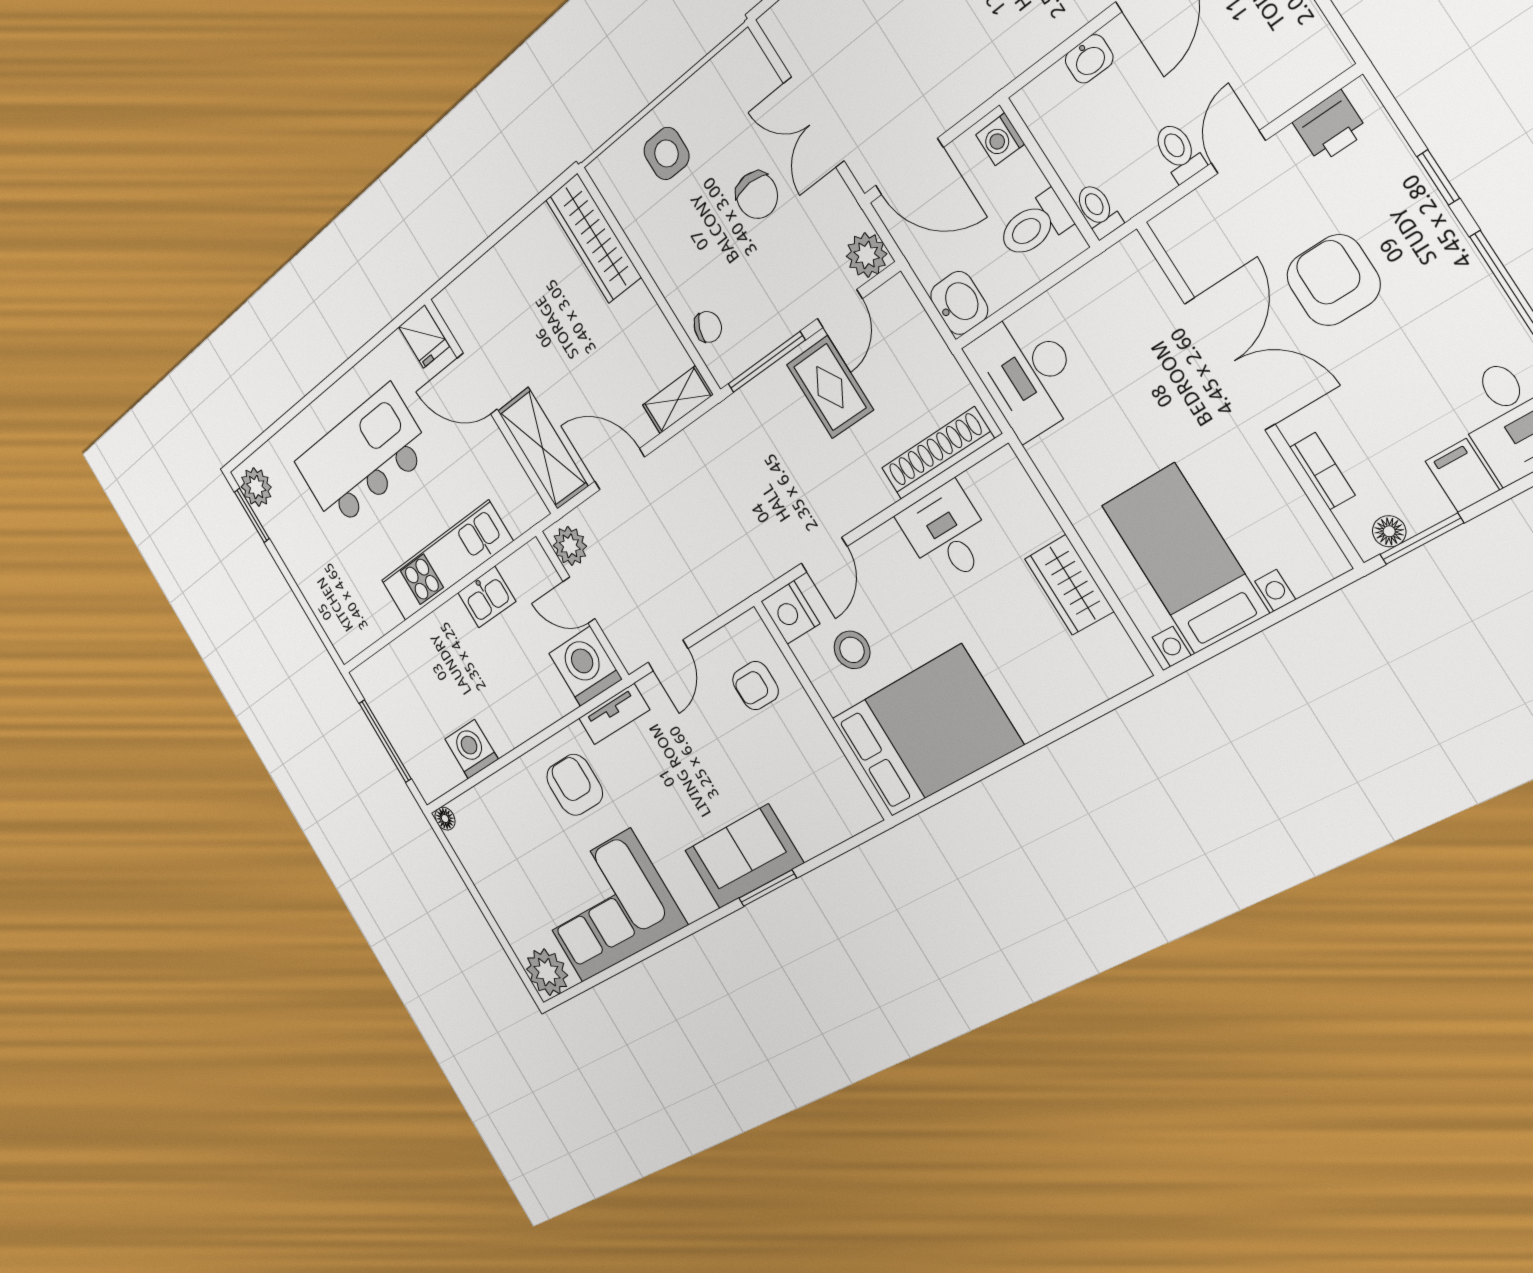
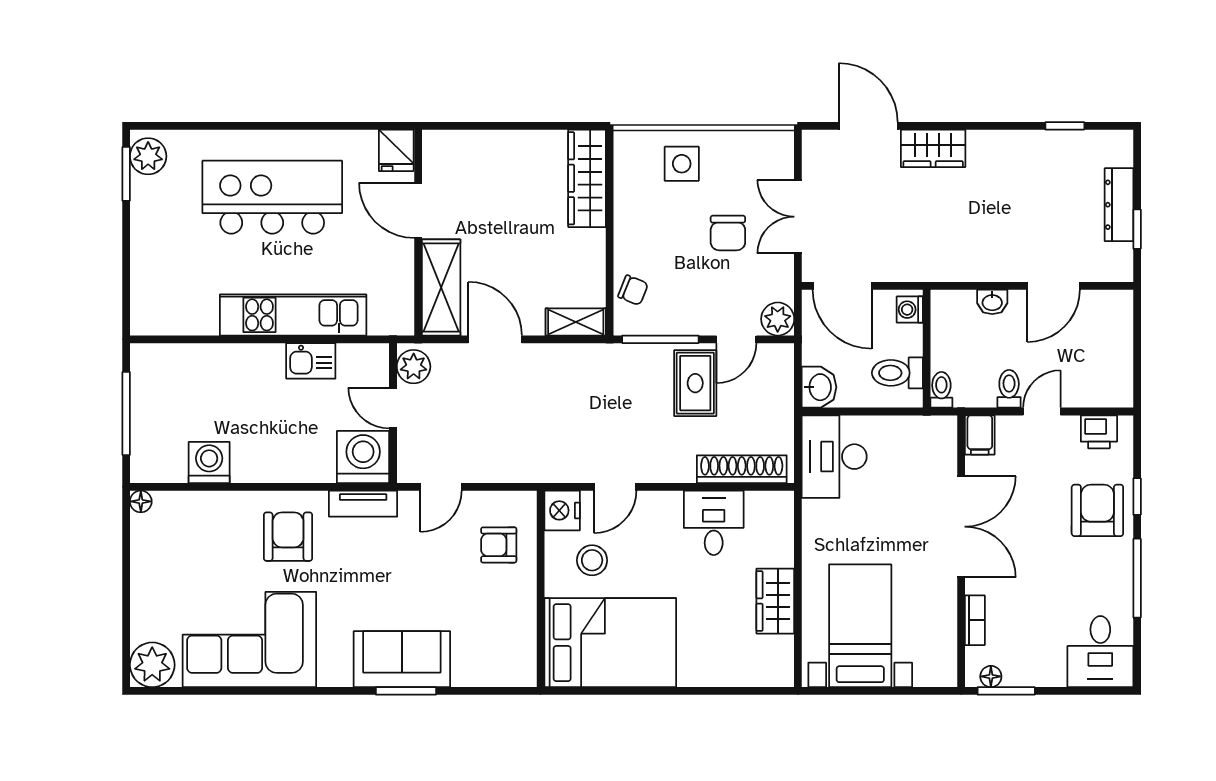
armchair: (1333, 280) -> (1097, 510), moved
filing cabinet: (1462, 476) -> (980, 435), moved, turned 180

